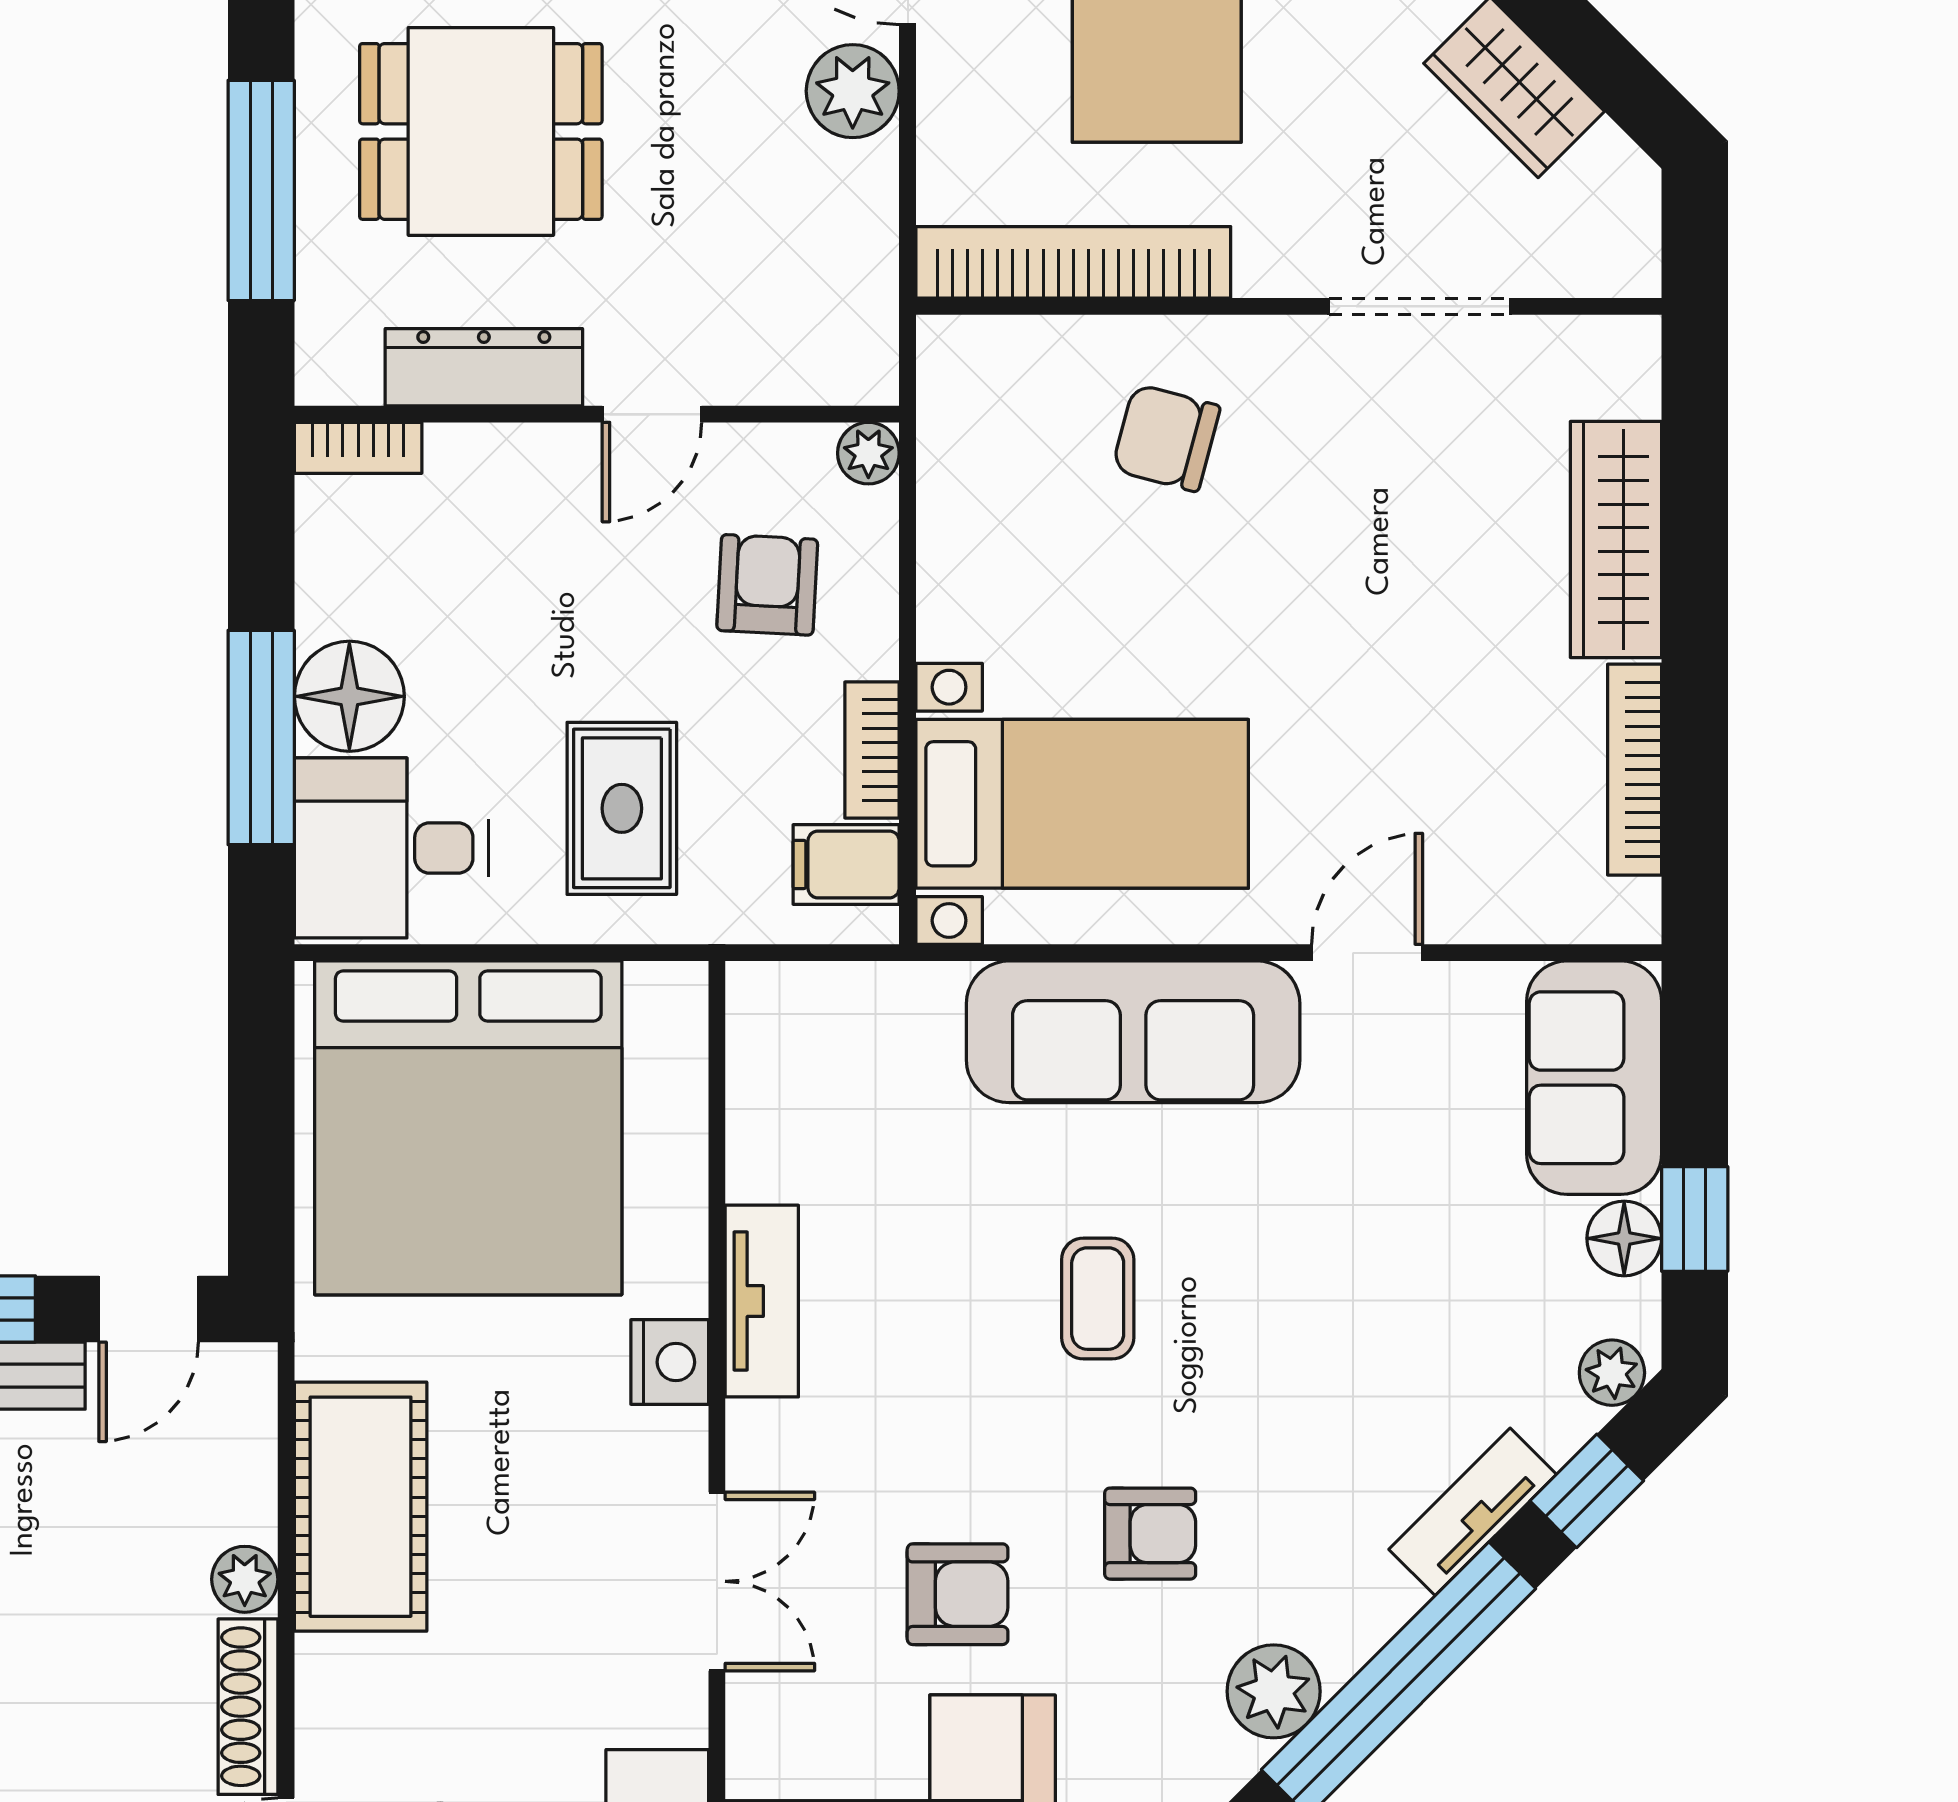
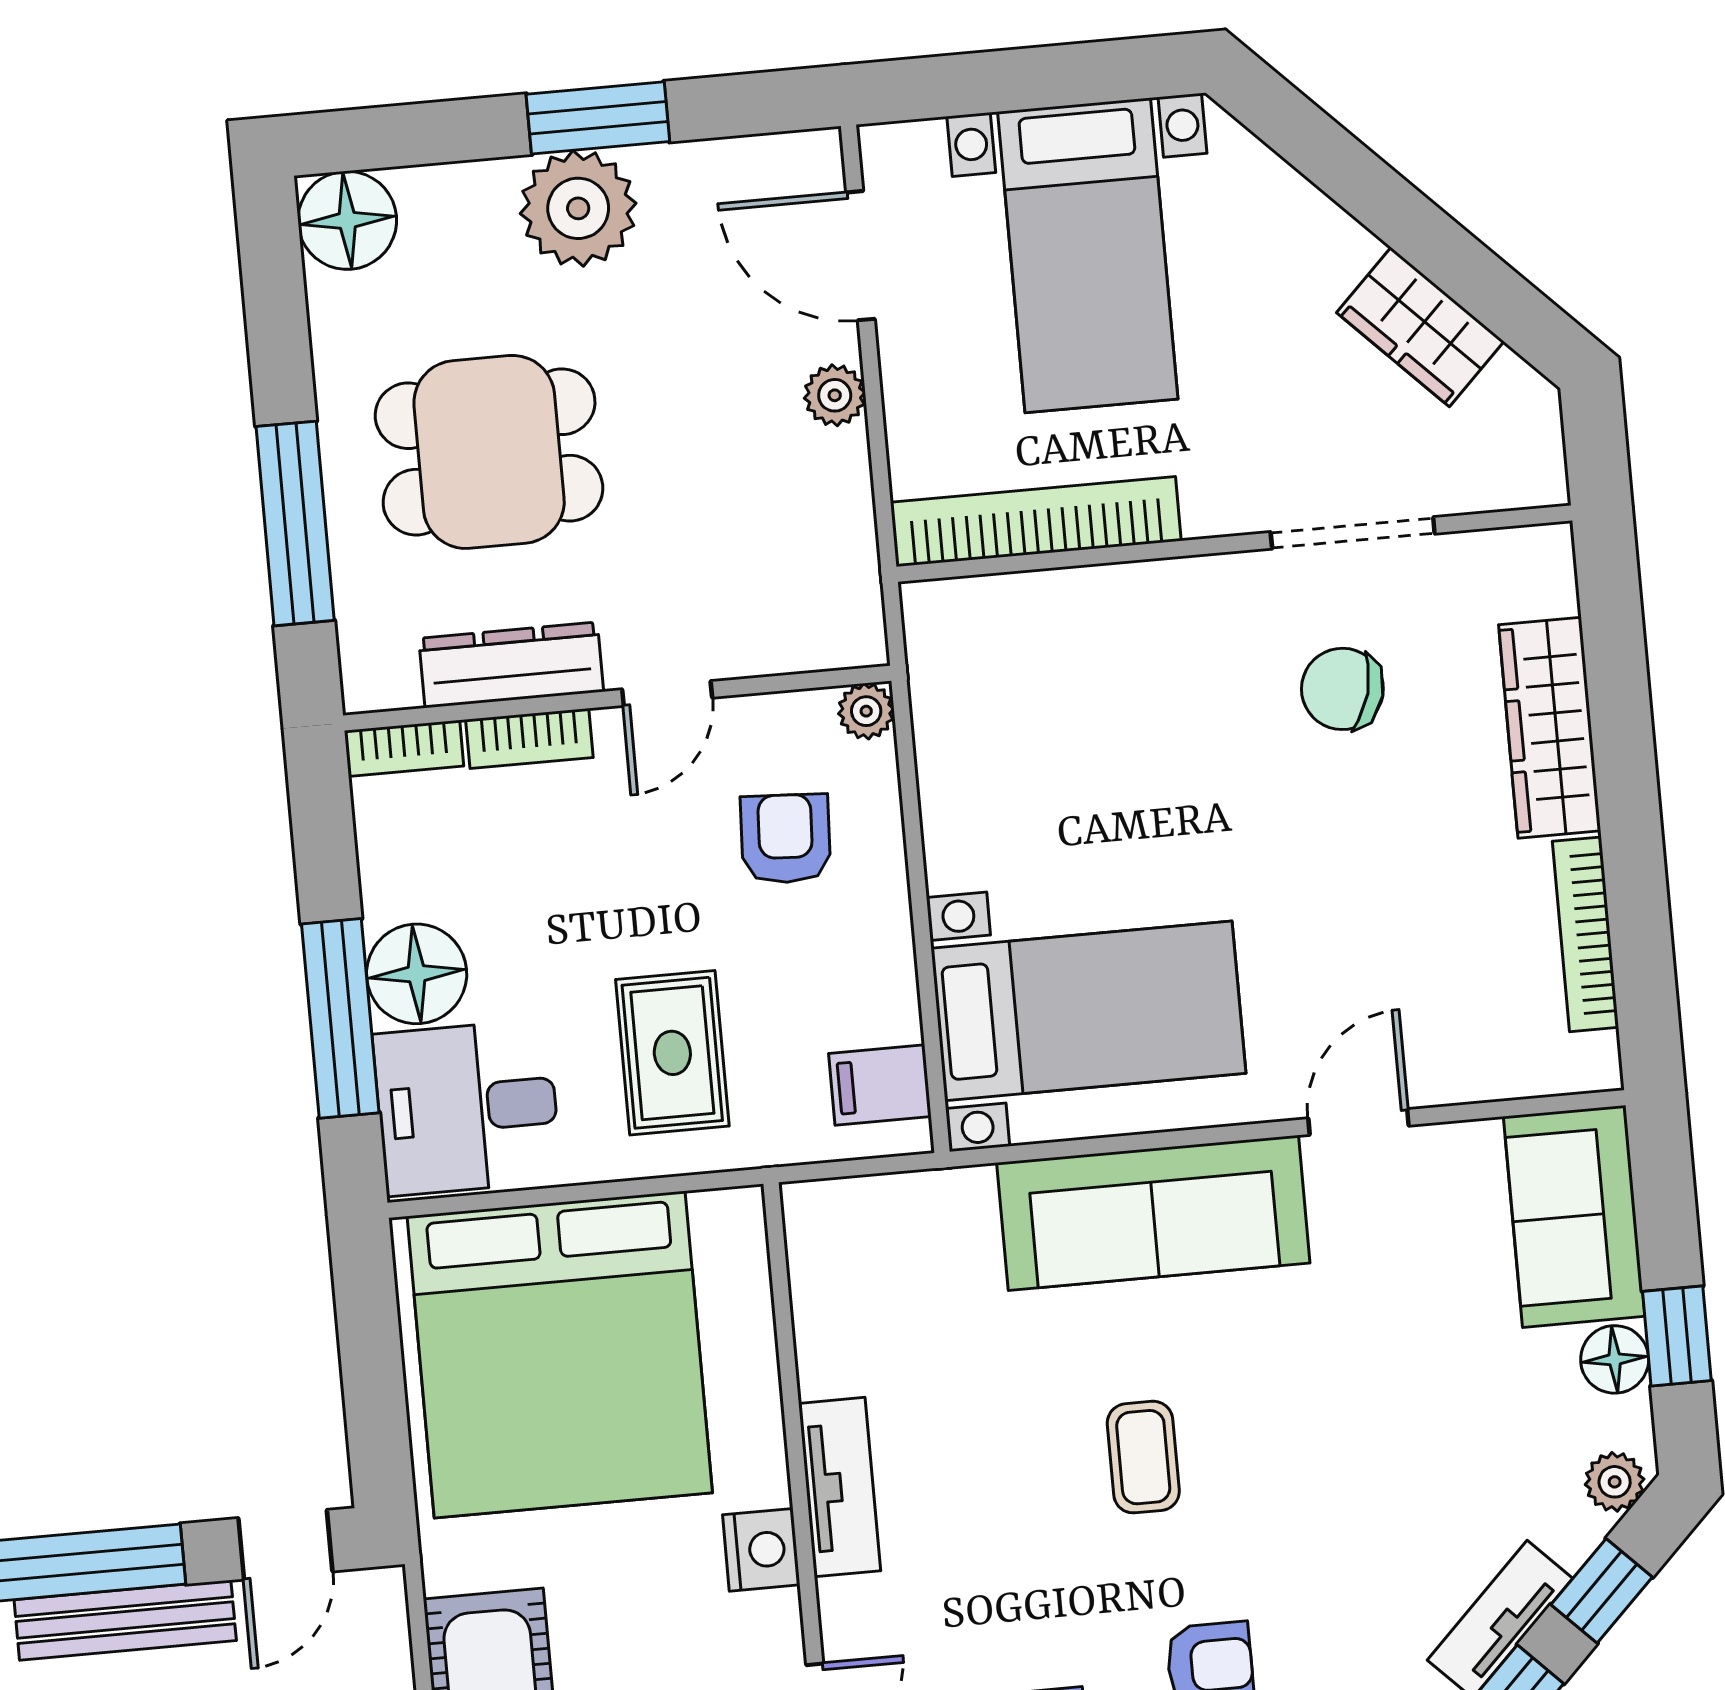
plant: (853, 91) -> (835, 395), width x0.73, depth x0.73
chair: (1166, 438) -> (1342, 689), moved
bookcase: (872, 750) -> (529, 738), moved, turned -90

